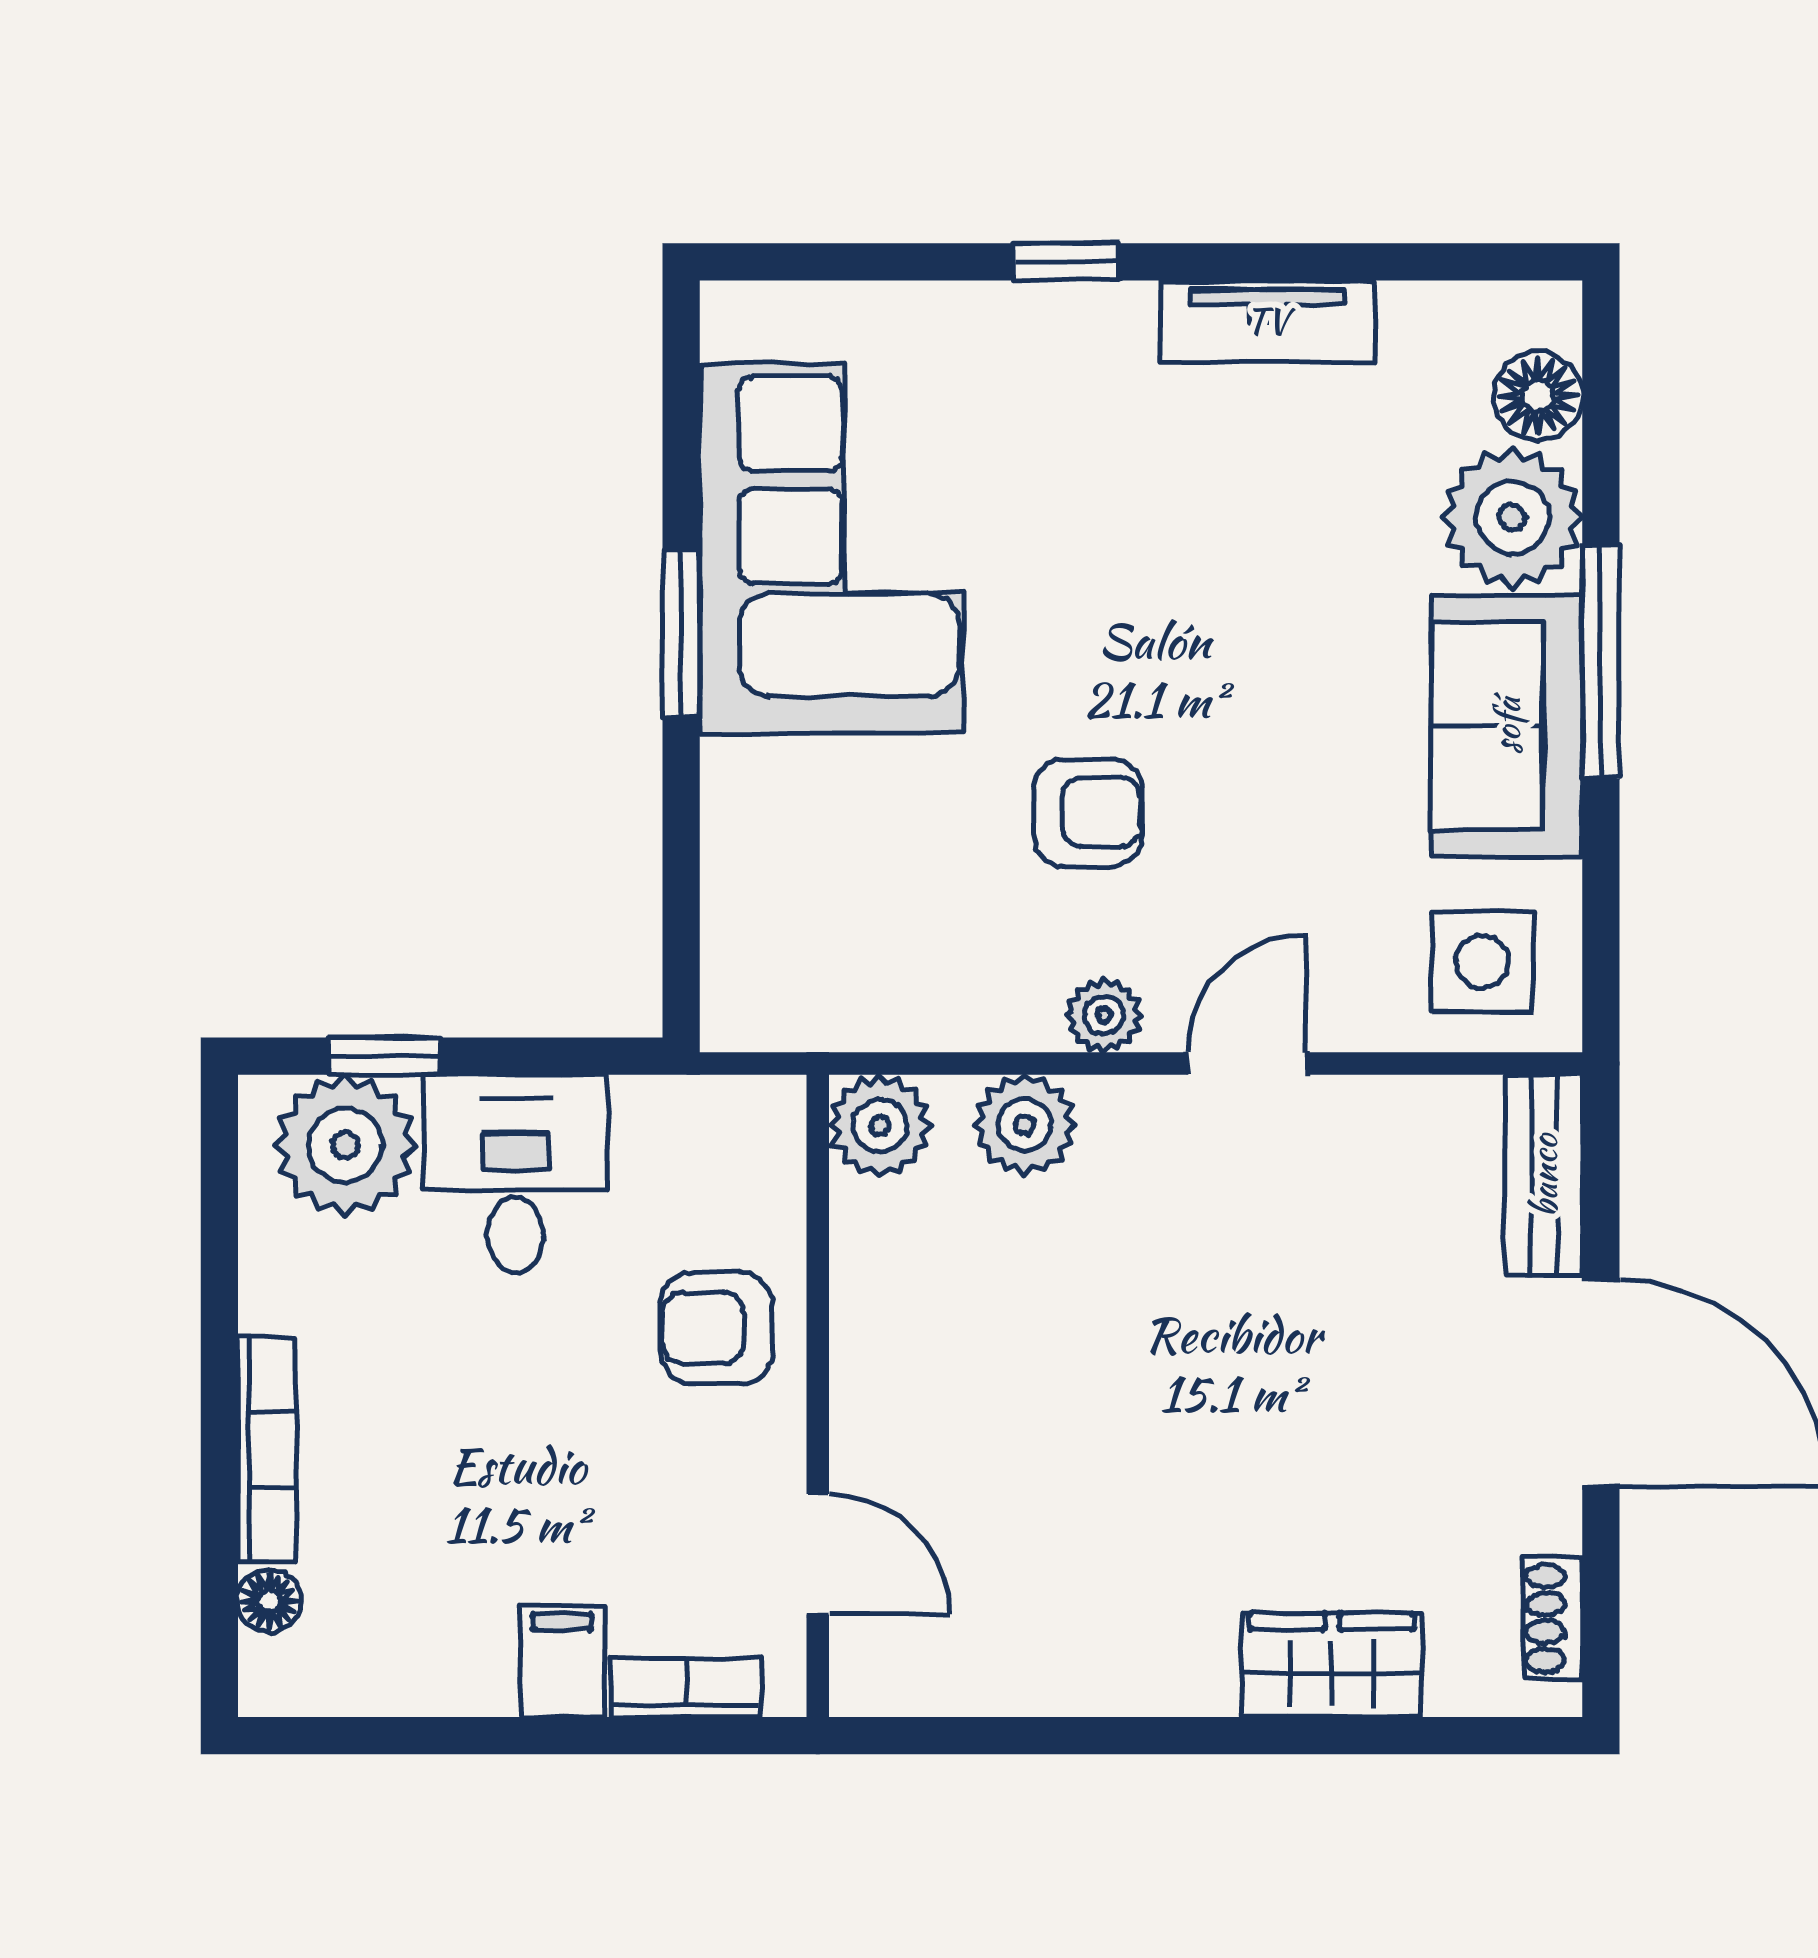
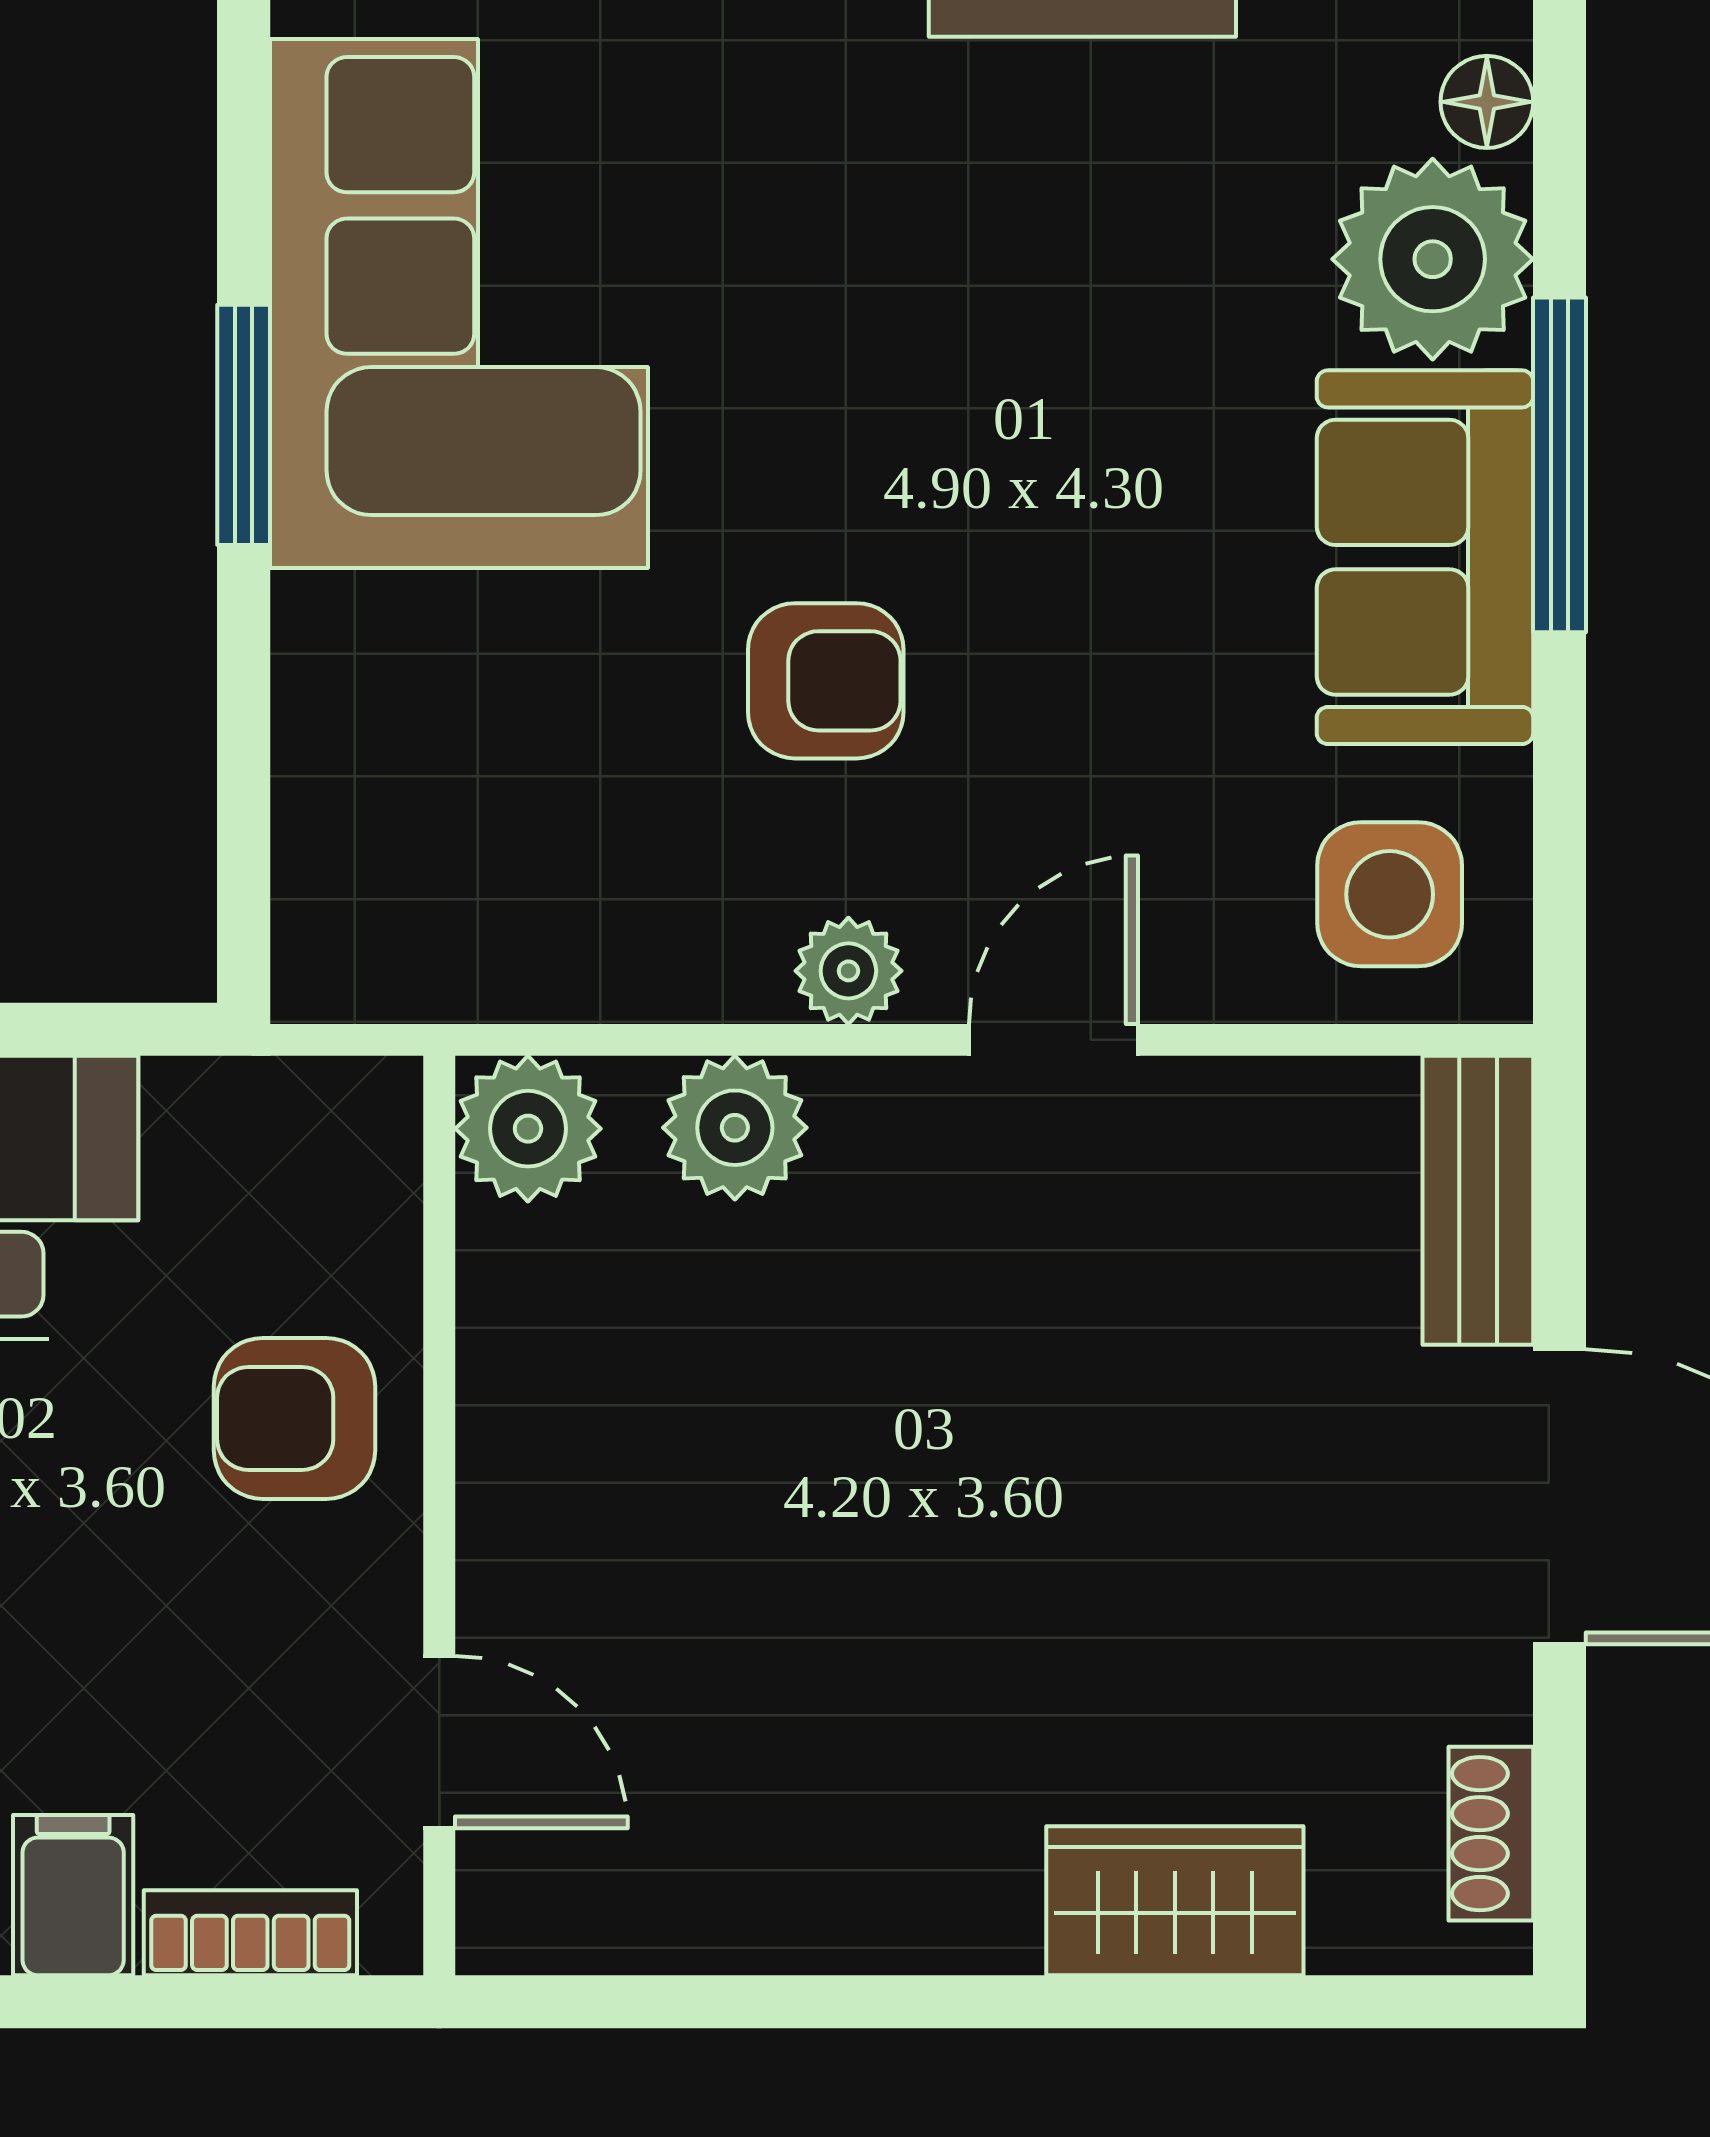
floor lamp: (1538, 396) -> (1487, 102), width x0.73, depth x0.73

